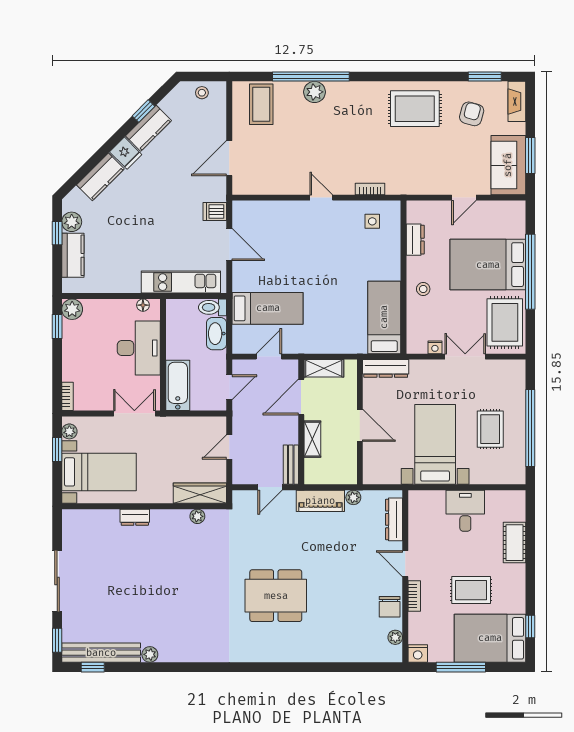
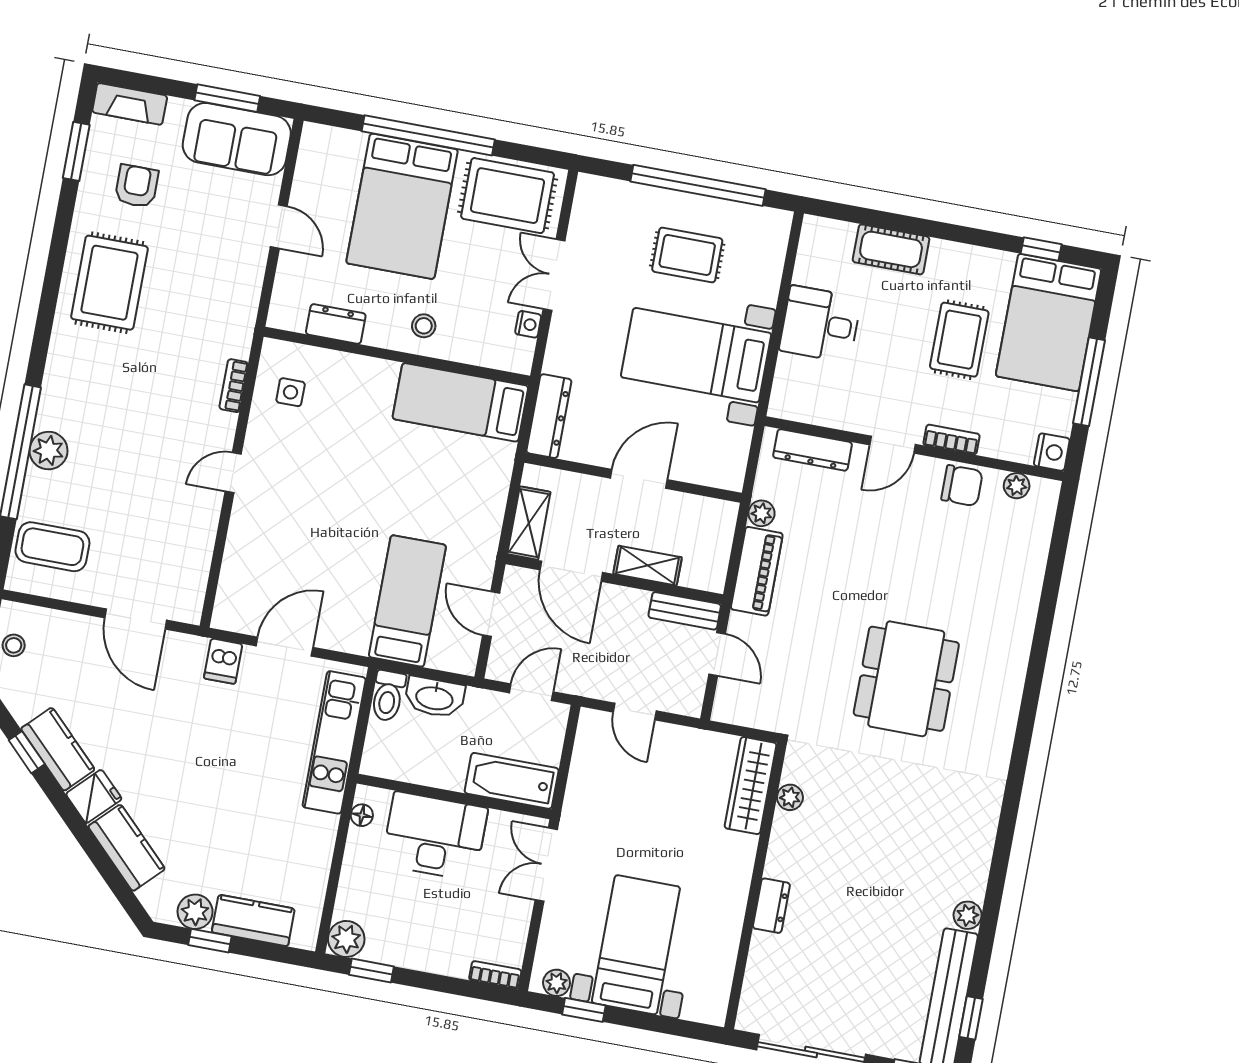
armchair: (472, 114) -> (137, 186), turned 75
door: (229, 387) -> (531, 692), hinge flipped
wardrobe: (200, 493) -> (750, 786), moved
wall: (144, 506) -> (755, 886), moved
plant: (197, 516) -> (790, 797), moved
dresser: (135, 517) -> (771, 906), moved

